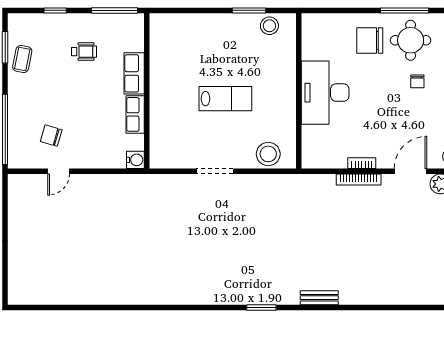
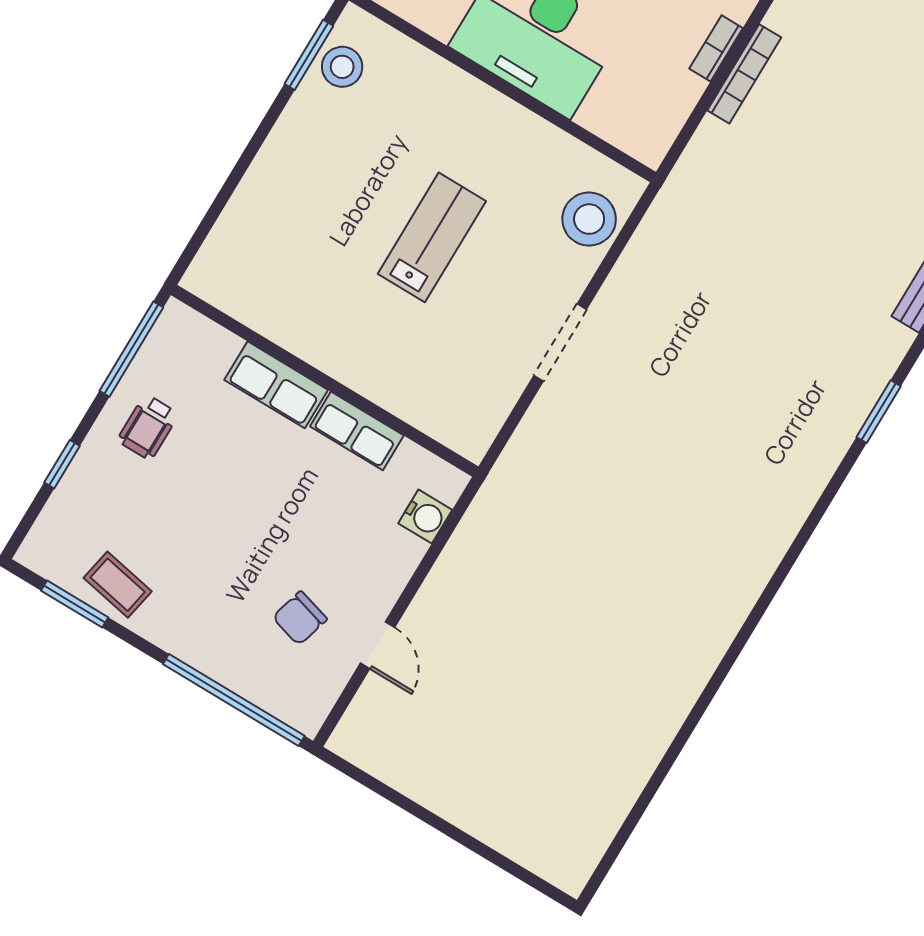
window: (249, 10) -> (309, 55), moved
wheelchair: (84, 52) -> (148, 427), moved, turned 180
water cooler: (135, 160) -> (425, 517), moved, turned 90

